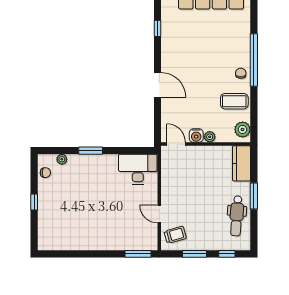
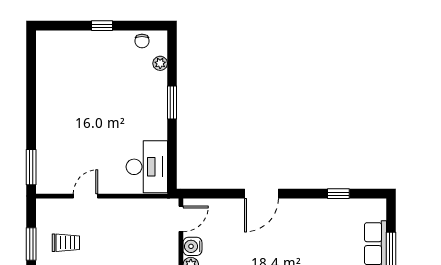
trolley: (175, 235) -> (66, 243), moved, turned -74

